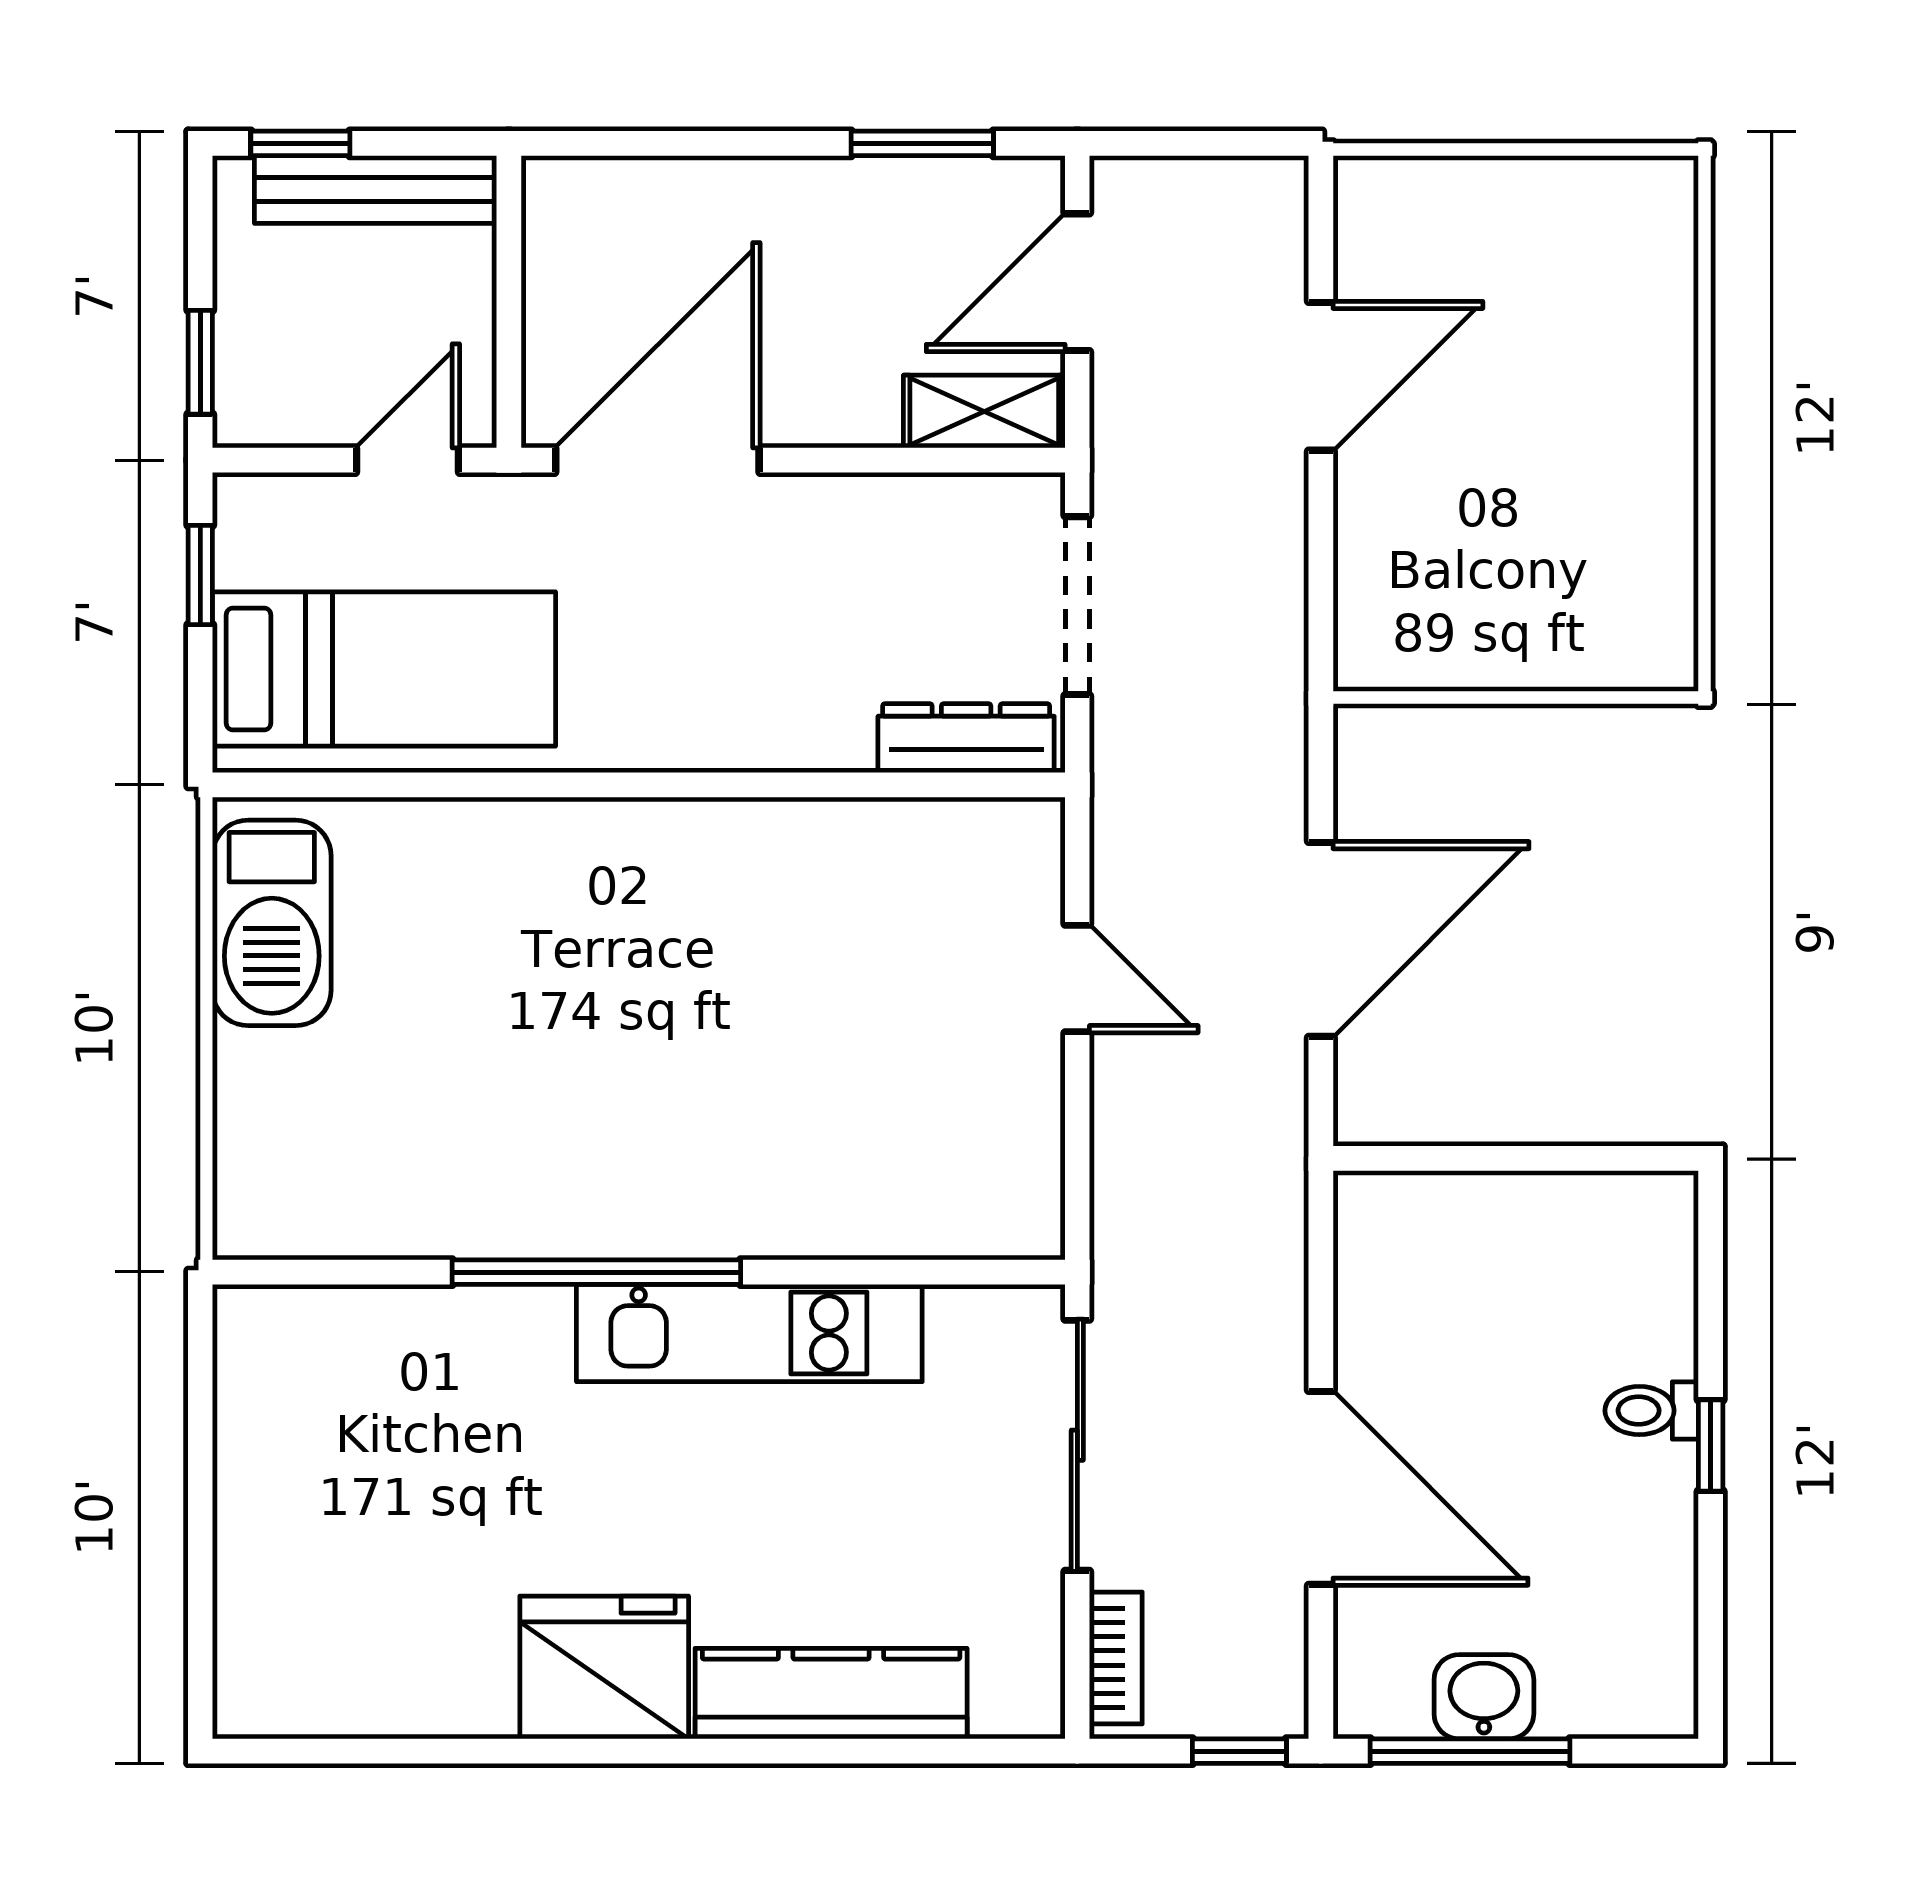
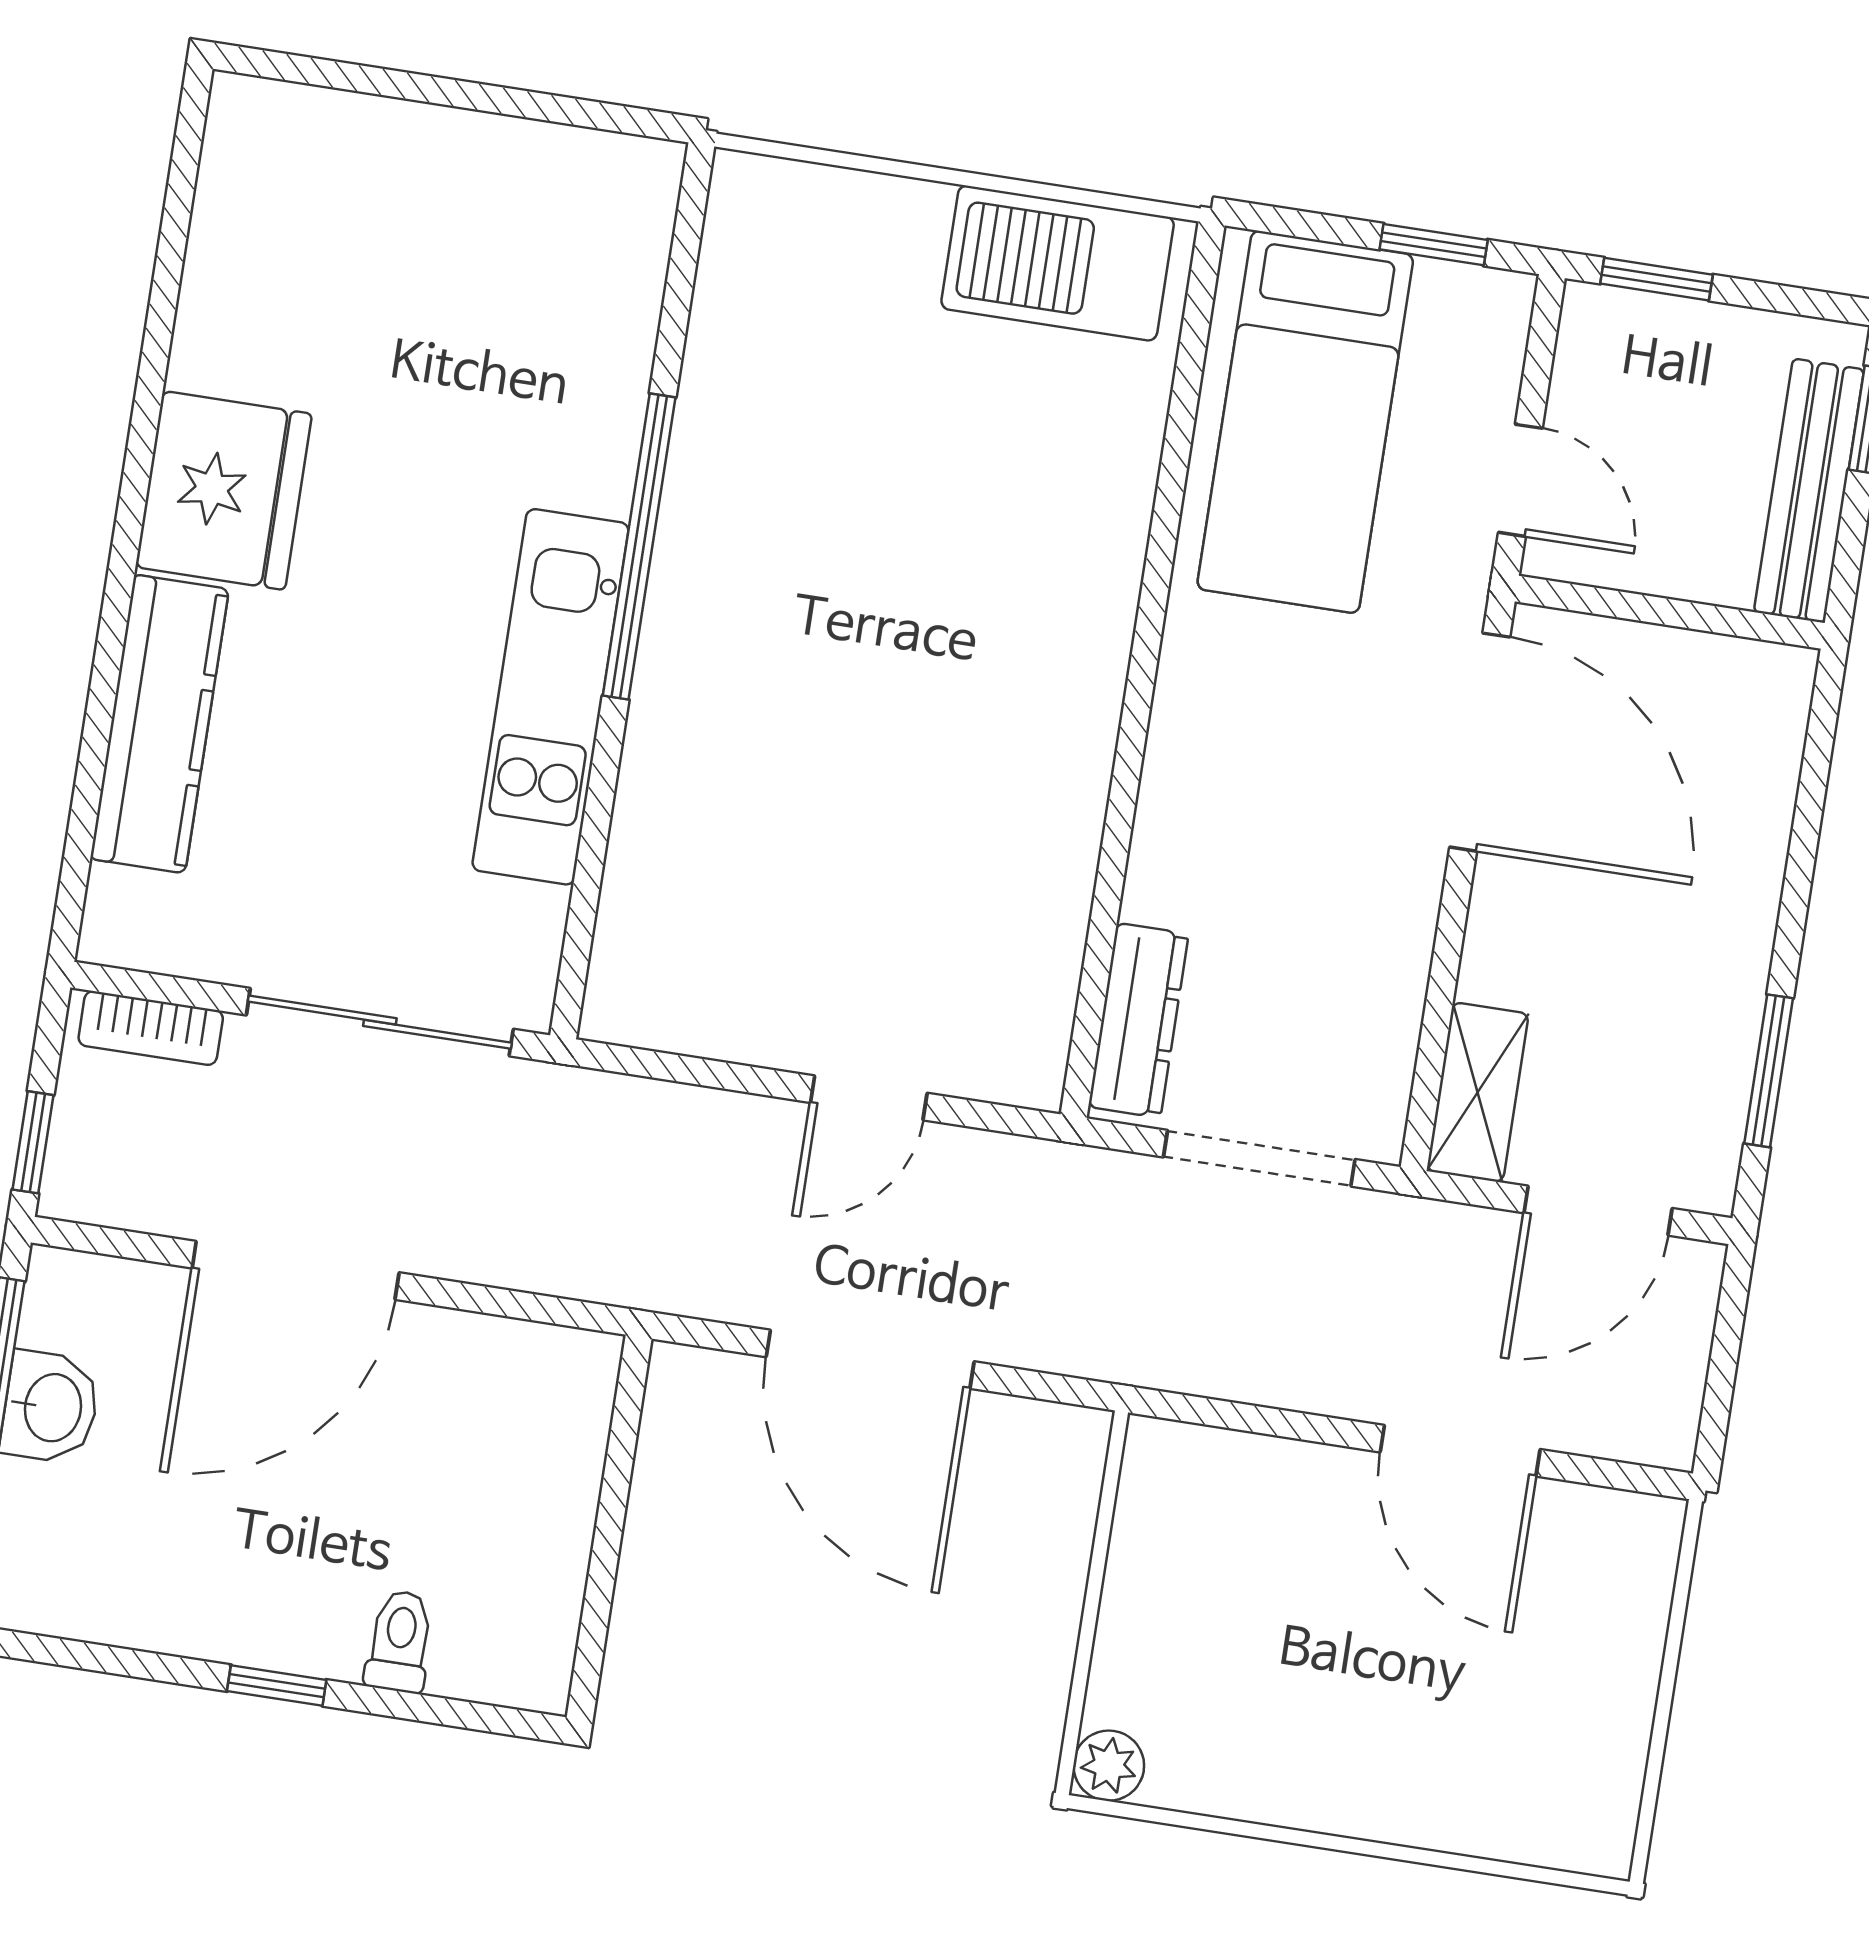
door: (1077, 282) -> (1598, 1211), swing flipped
plant: (1665, 658) -> (1109, 1766), added
toilet: (1652, 1411) -> (400, 1641), moved

